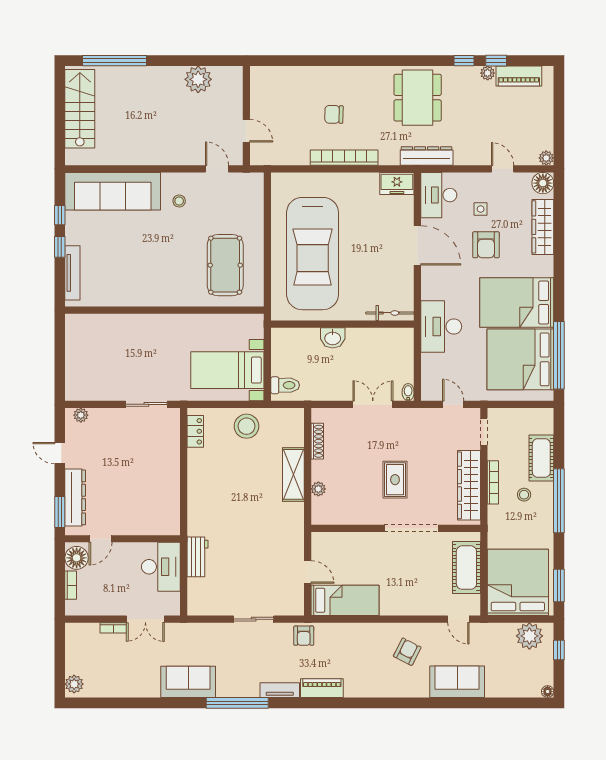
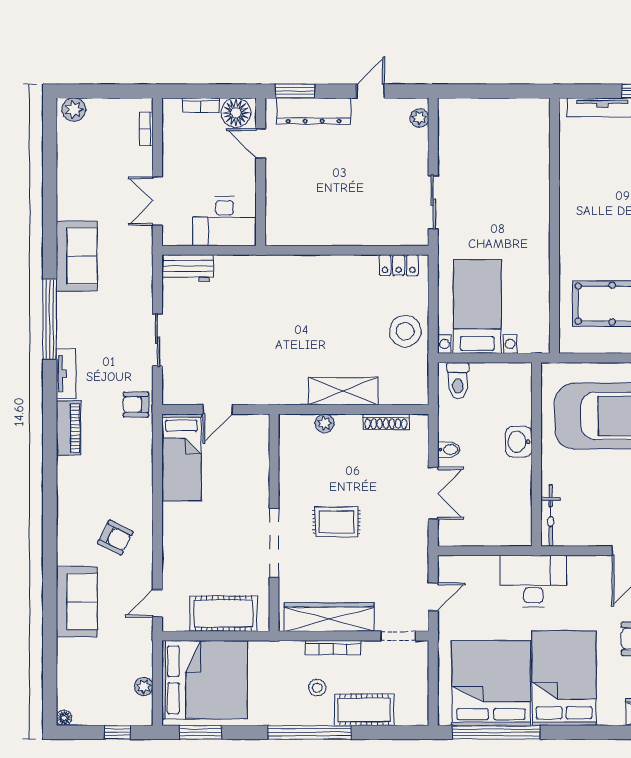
bidet: (408, 392) -> (449, 450), moved
workbench: (197, 557) -> (188, 268), moved
bookcase: (113, 628) -> (146, 129), moved
plant: (529, 636) -> (144, 687), width x0.53, depth x0.53

